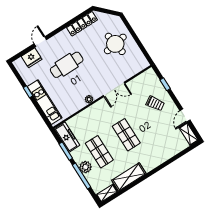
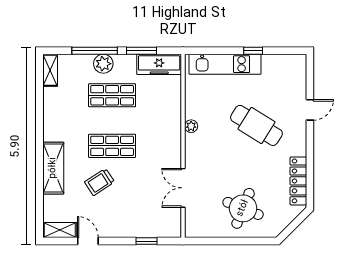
door: (40, 42) -> (310, 110), hinge flipped
round table: (115, 44) -> (243, 208), turned 31
fridge: (32, 58) -> (296, 85), removed
cafe table: (67, 65) -> (256, 125), turned -58
double door: (114, 89) -> (183, 188), moved
trolley: (155, 103) -> (100, 182), moved
shelving: (129, 177) -> (53, 168), moved

